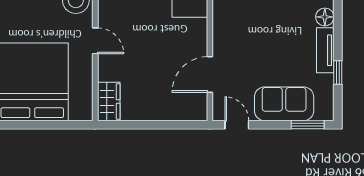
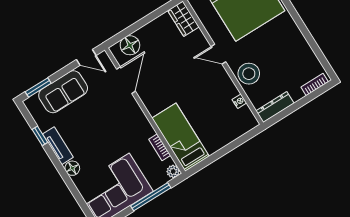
floor lamp: (183, 109) -> (130, 45), added

